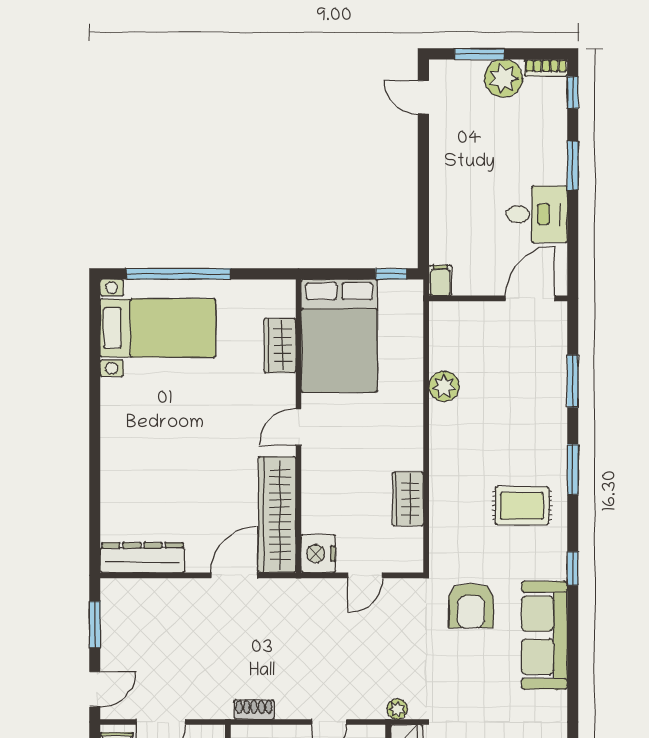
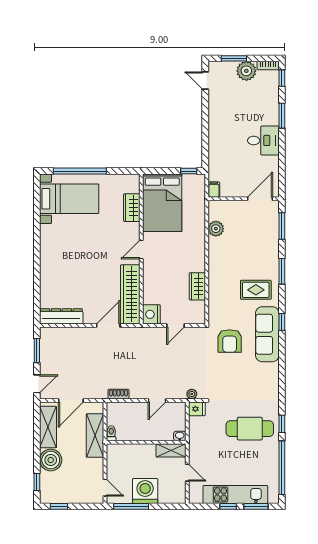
filing cabinet: (440, 280) -> (214, 190), moved
wall: (498, 298) -> (244, 199), moved
door: (530, 298) -> (260, 199), moved
sofa: (544, 635) -> (267, 334), moved

